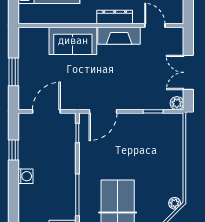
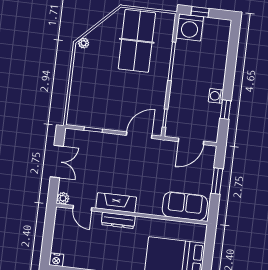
sofa: (73, 41) -> (185, 206), moved
plant: (177, 103) -> (63, 198), moved
washing machine: (26, 176) -> (216, 96), moved

